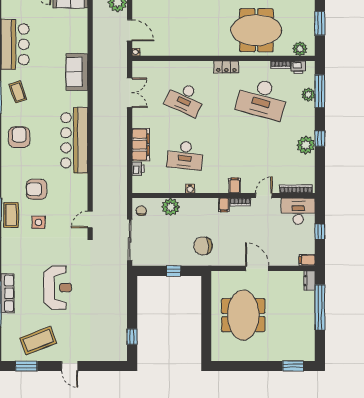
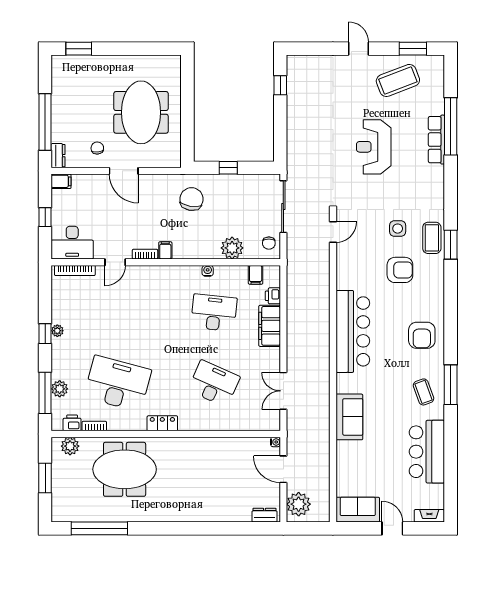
plant: (306, 145) -> (57, 331), width x0.53, depth x0.53
filing cabinet: (235, 185) -> (256, 275), moved
chair: (203, 246) -> (191, 199), turned -81
chair: (278, 287) -> (97, 148), added

